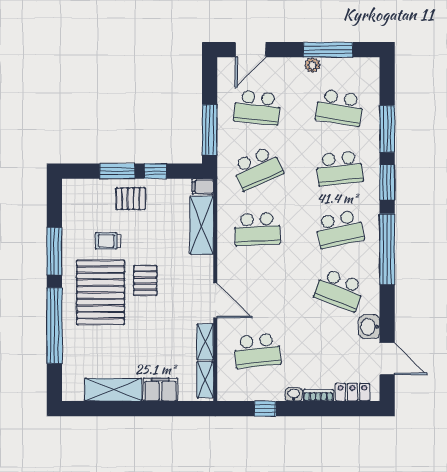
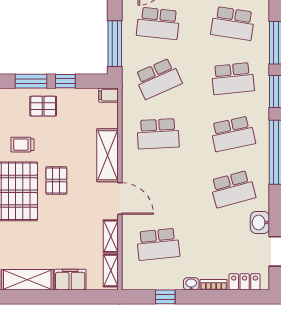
shelving: (202, 225) -> (108, 155), moved
school desk: (339, 290) -> (233, 189), turned -36

